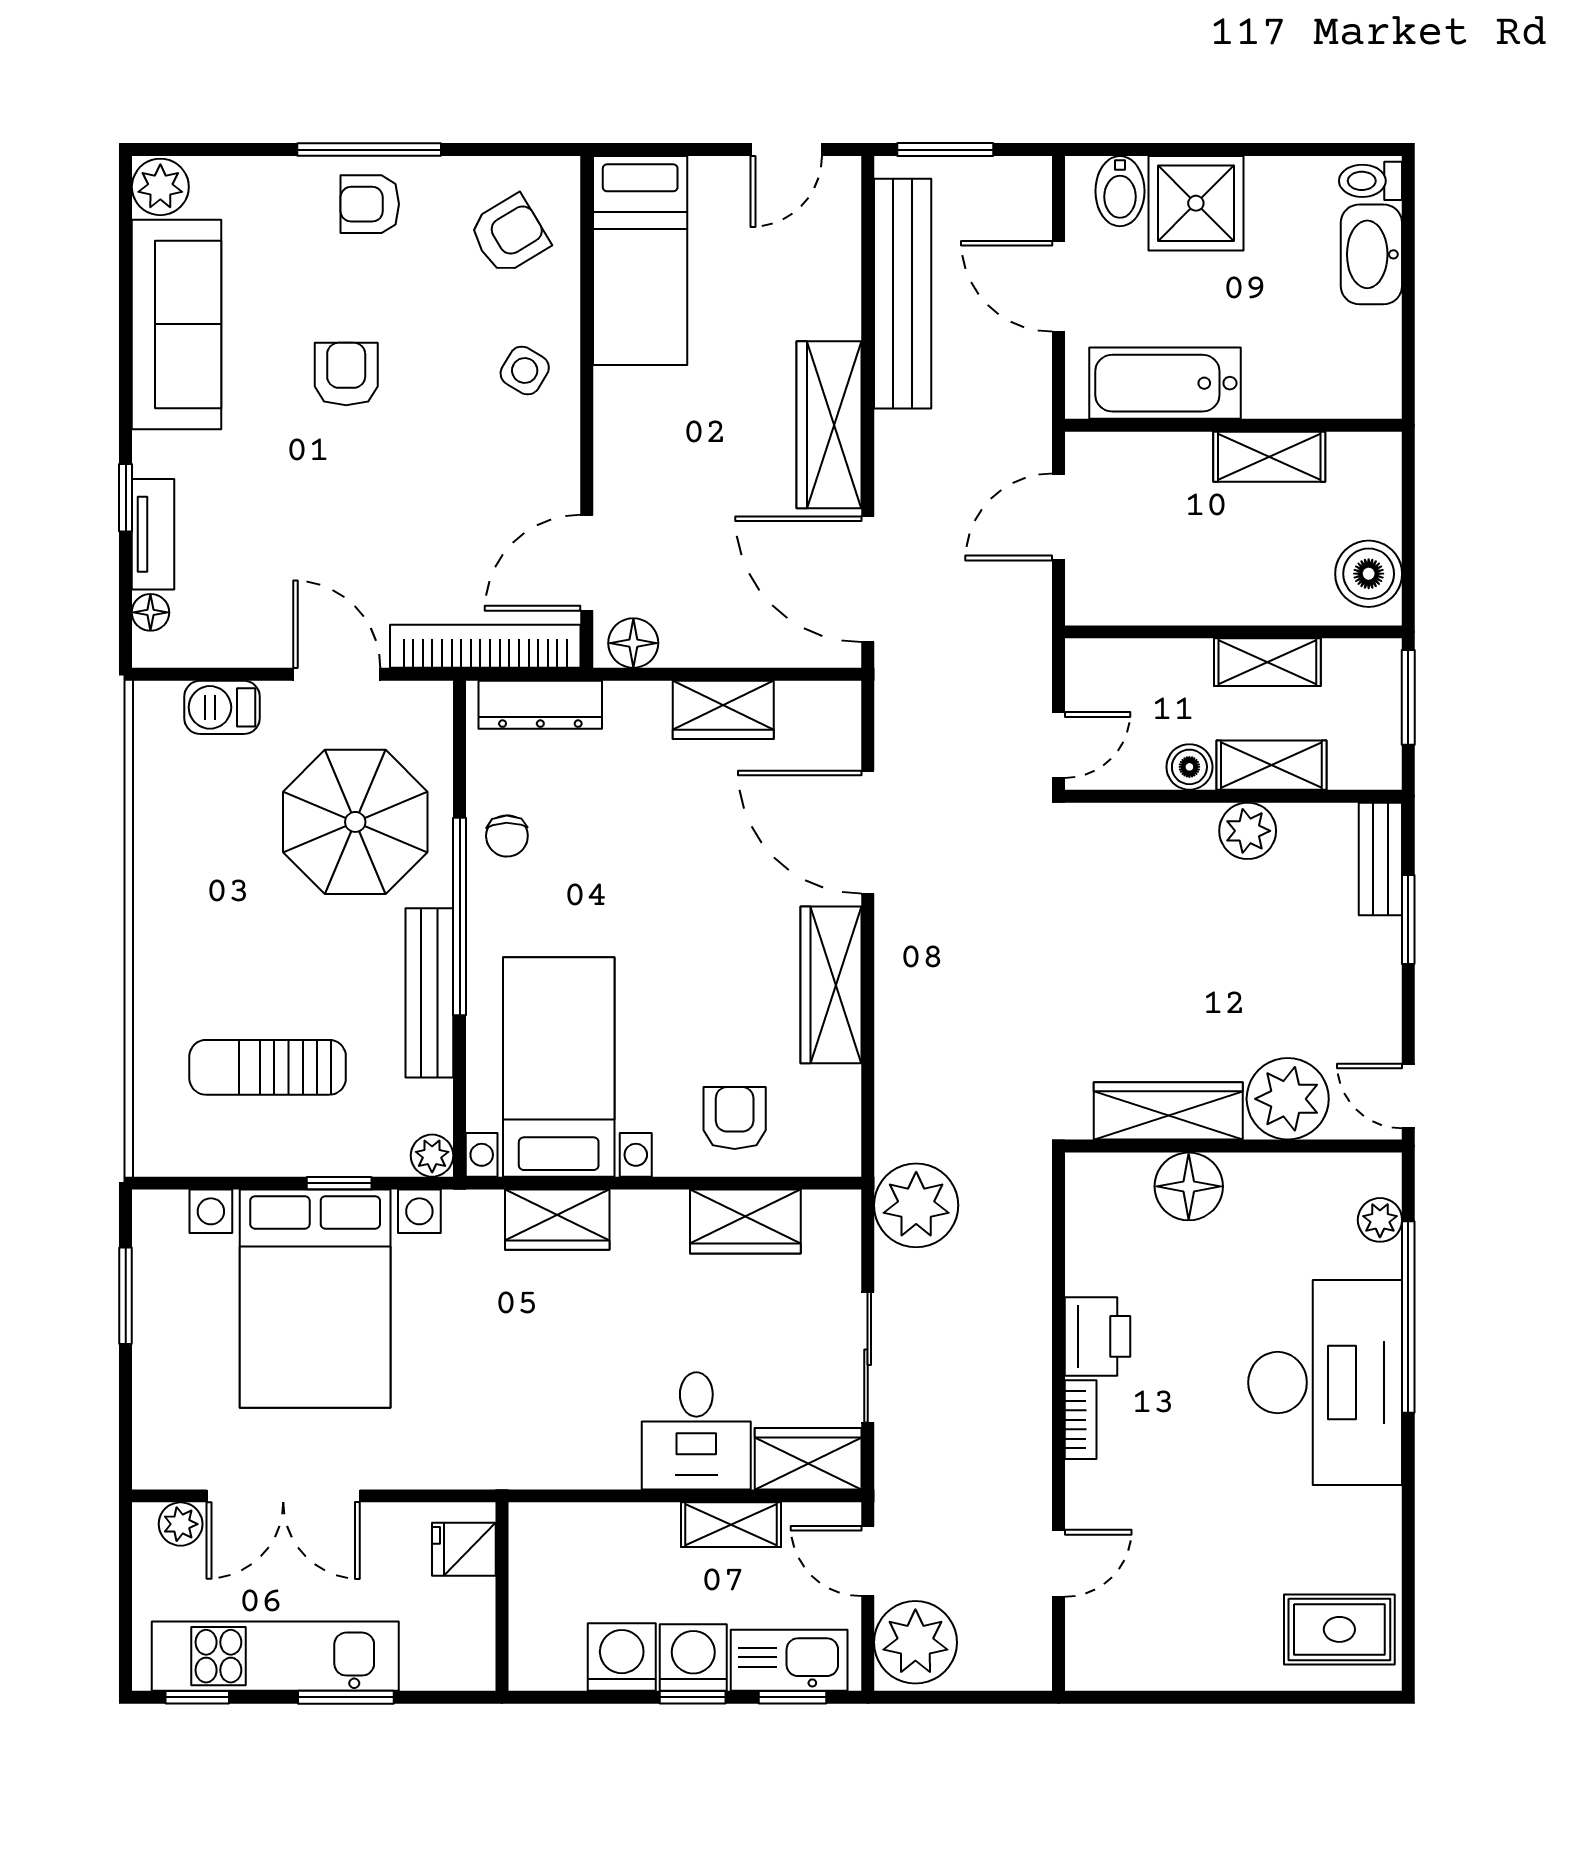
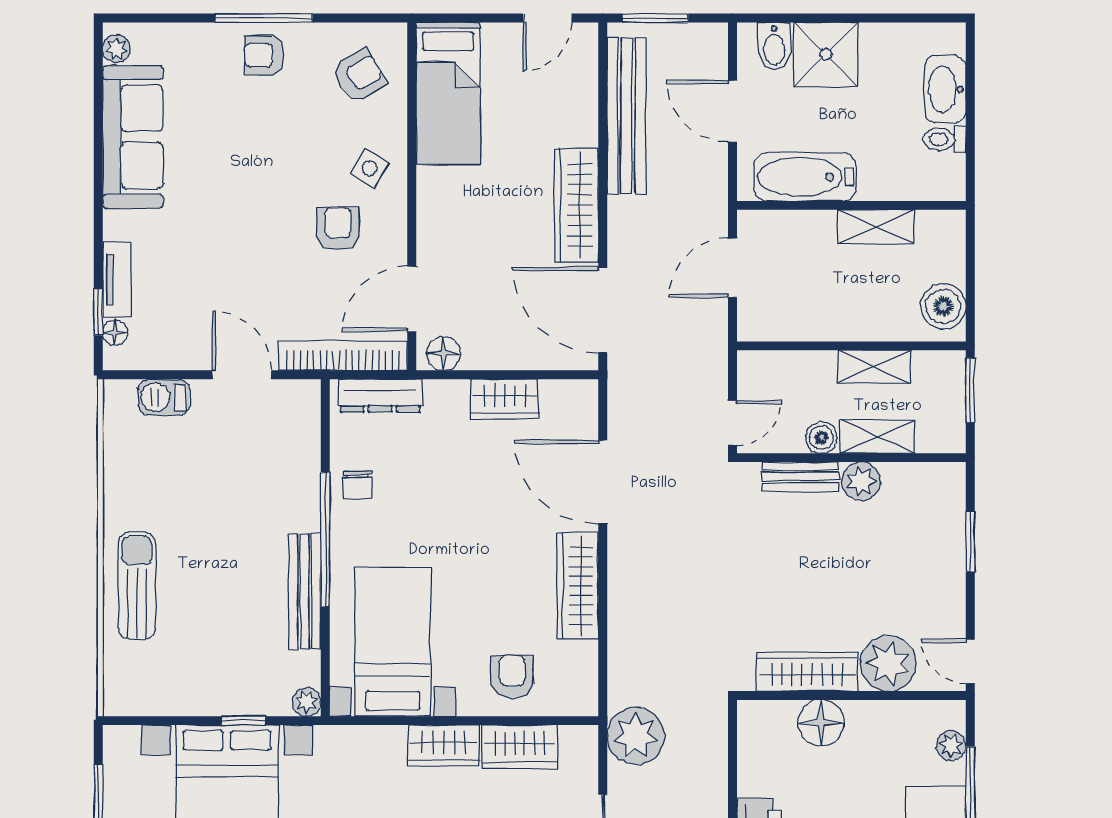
toilet: (1371, 181) -> (945, 139), moved
plant: (160, 187) -> (117, 49), width x0.73, depth x0.73
armchair: (346, 374) -> (338, 229), moved
window: (126, 498) -> (98, 312), moved
parasol: (355, 822) -> (254, 475), removed
bench: (1380, 859) -> (801, 477), moved, turned 90
sun lounger: (268, 1067) -> (137, 586), moved, turned 90
wardrobe: (557, 1220) -> (444, 746), moved

